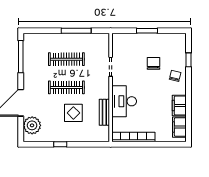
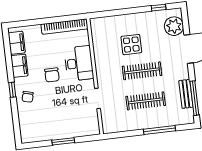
window: (76, 31) -> (159, 130), moved
window: (189, 60) -> (12, 90), moved
chair: (153, 63) -> (52, 75), moved
bench: (104, 112) -> (186, 94), moved
window: (60, 144) -> (159, 8), moved

